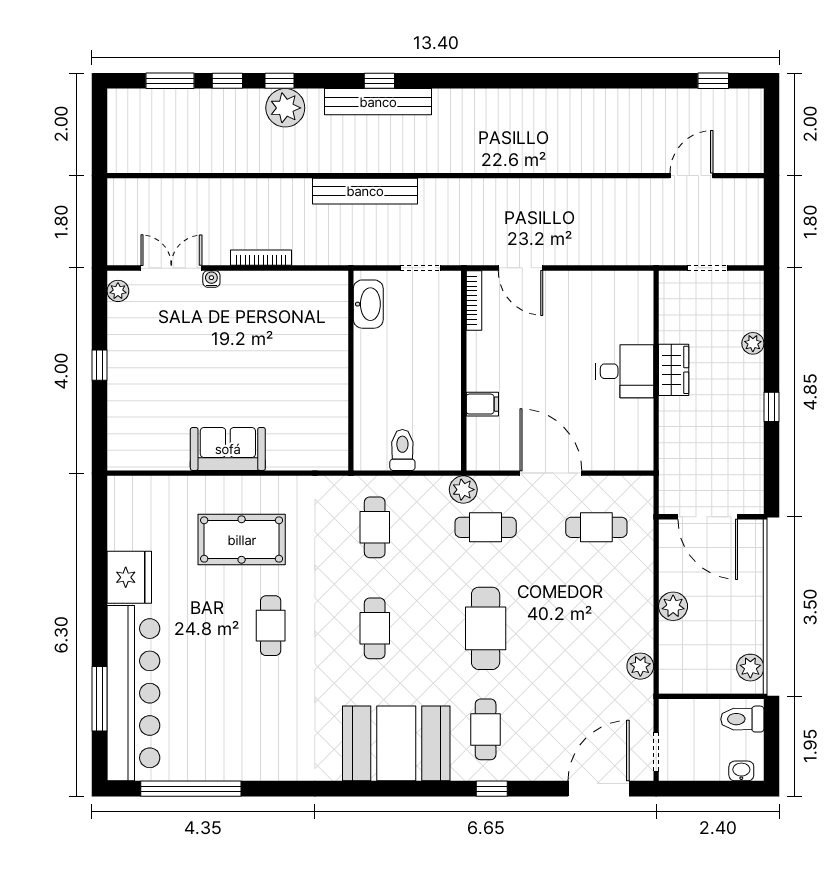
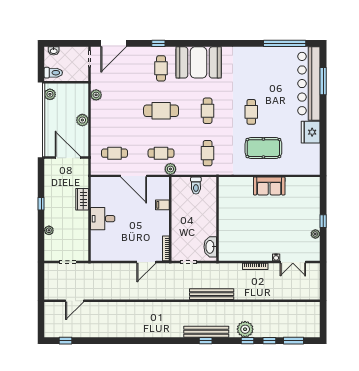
door: (520, 268) -> (146, 262), swing flipped
plant: (118, 291) -> (315, 234), moved
wardrobe: (674, 370) -> (82, 199), moved
cafe table: (486, 628) -> (161, 111), turned 90

